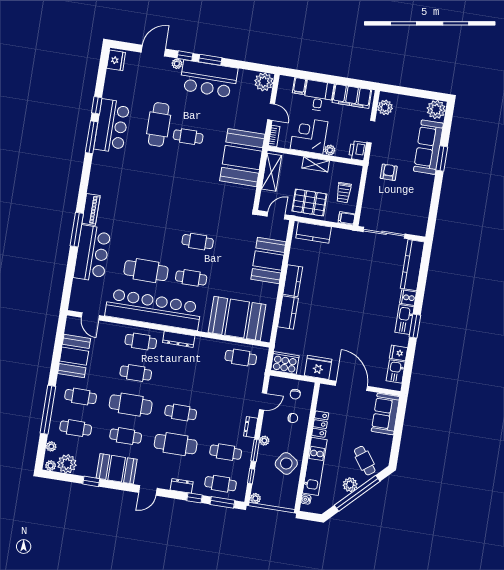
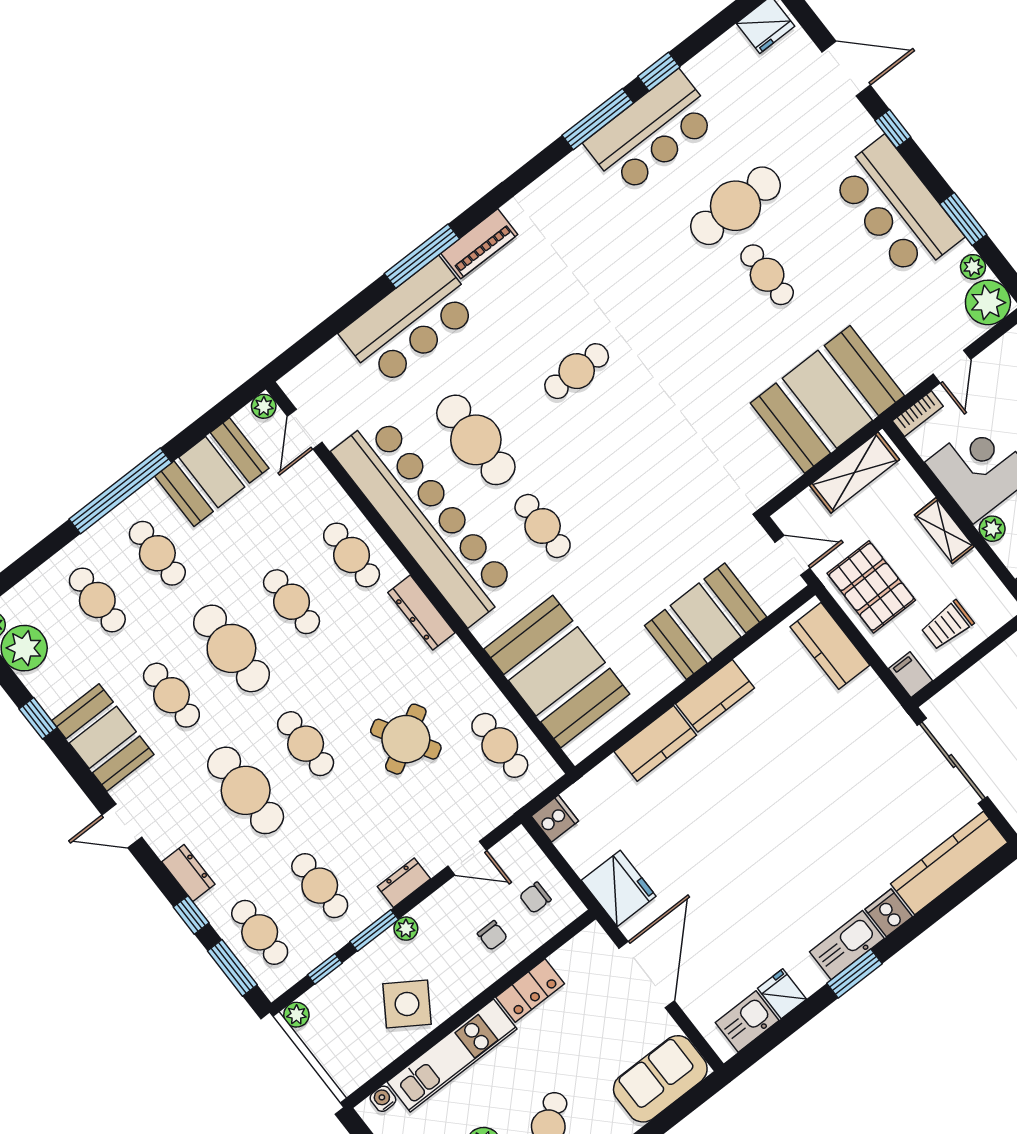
window: (210, 60) -> (963, 219), moved
plant: (177, 64) -> (973, 267), moved
cafe table: (198, 242) -> (577, 371), moved, turned 90
cooker: (285, 363) -> (555, 818), width x0.53, depth x0.76
round table: (210, 382) -> (406, 739), added
window: (48, 410) -> (120, 491), moved
plant: (51, 446) -> (264, 406), moved

